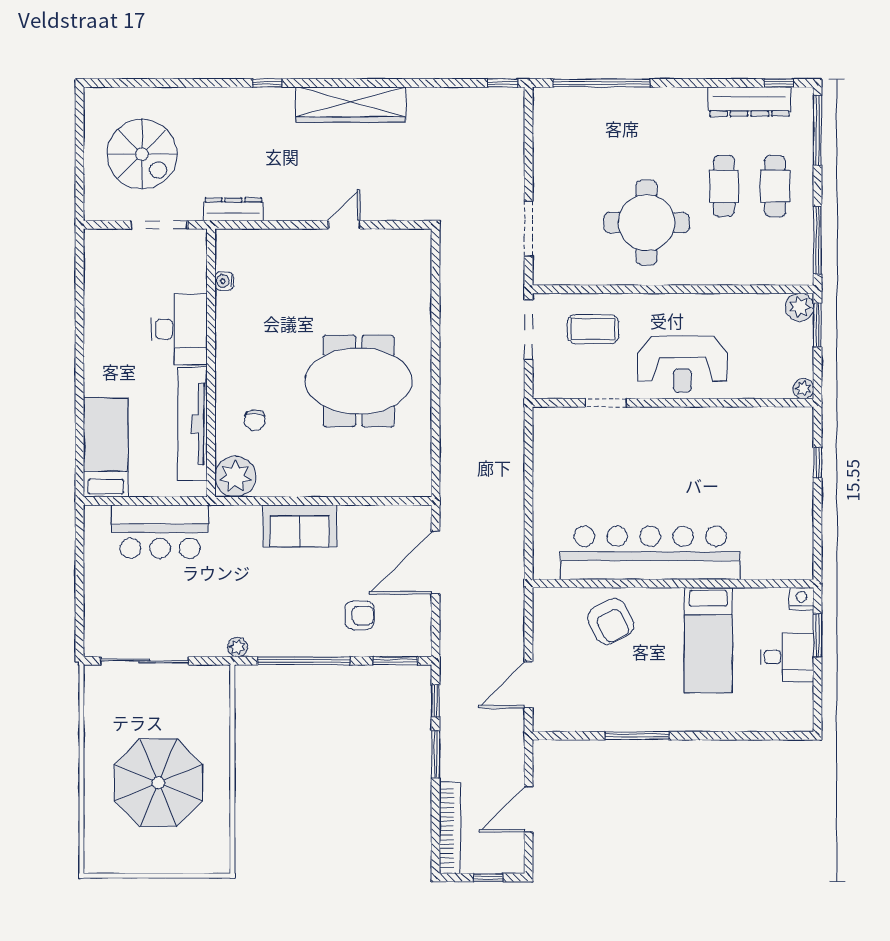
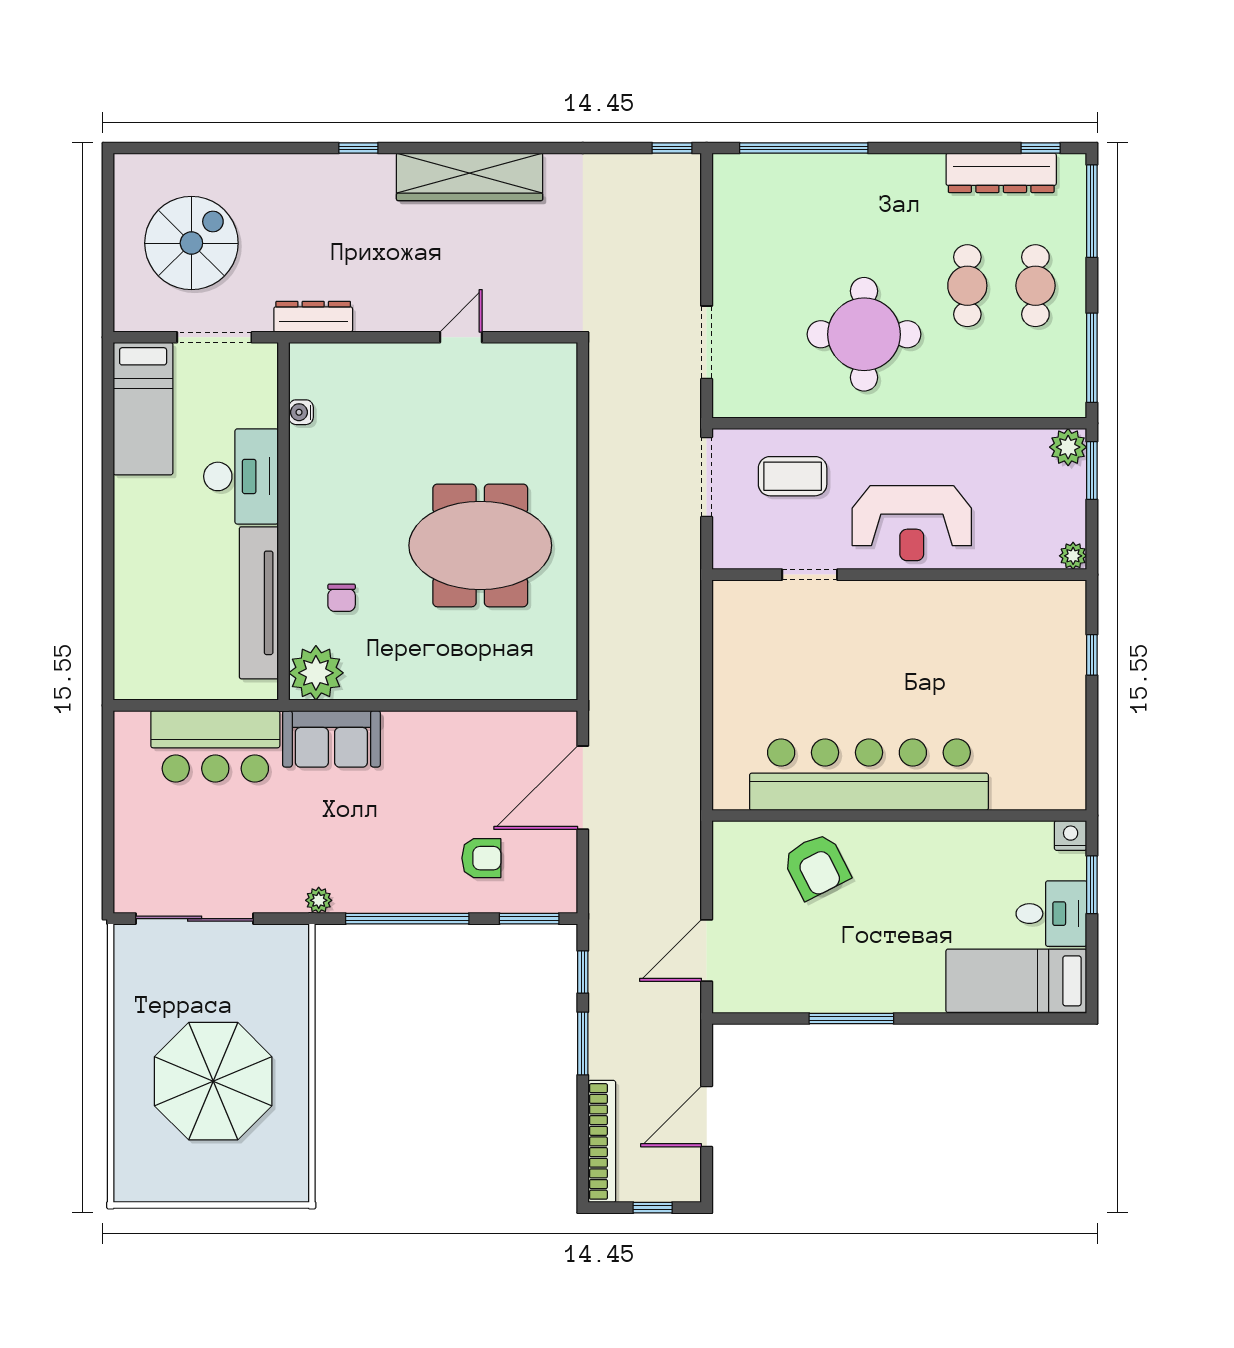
spiral stairs: (142, 154) -> (191, 243), turned -90
bed: (106, 447) -> (143, 409), moved, turned 180
sofa: (300, 526) -> (331, 739), moved
bed: (708, 640) -> (1016, 981), moved, turned 90

